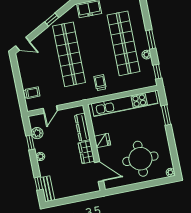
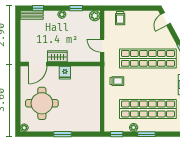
kitchen unit: (125, 104) -> (94, 99), removed
door: (50, 109) -> (102, 46), moved
window: (166, 115) -> (62, 134), moved
dresser: (82, 127) -> (80, 57), removed
plant: (37, 133) -> (95, 16), moved

